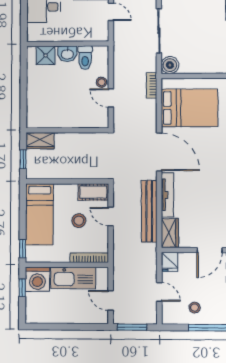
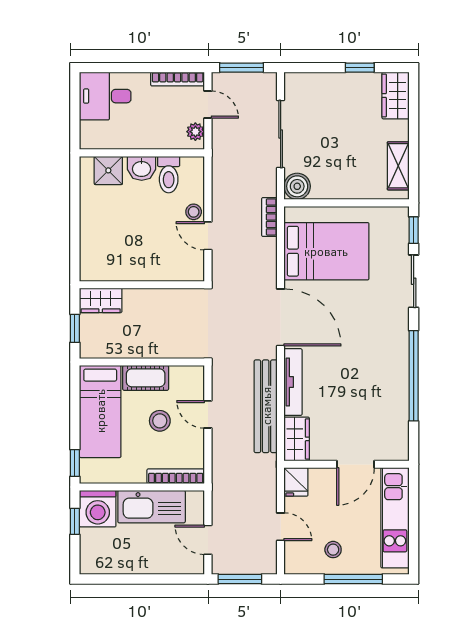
plant: (103, 30) -> (195, 132), added
cot: (93, 192) -> (146, 378), moved

